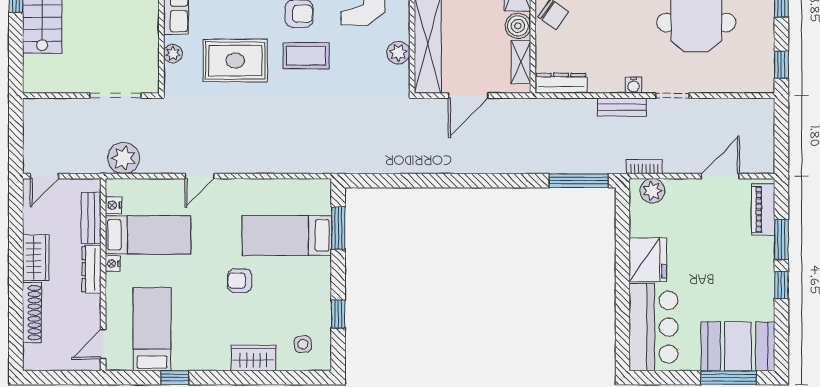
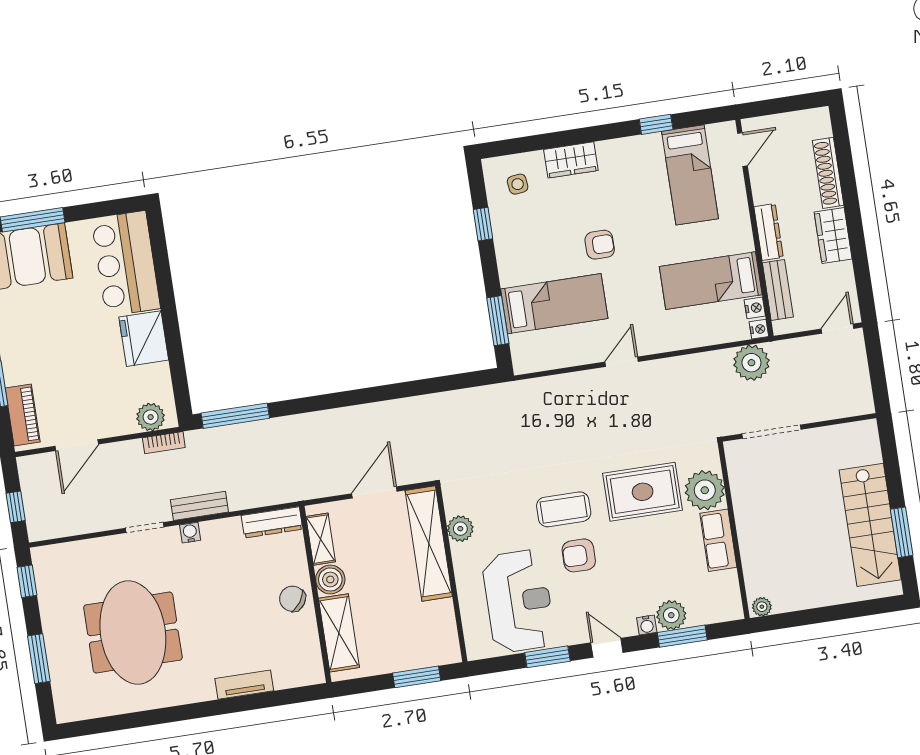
plant: (173, 54) -> (705, 490), width x1.88, depth x1.88
window: (781, 131) -> (16, 507), added
door: (200, 176) -> (622, 362), moved
nightstand: (113, 264) -> (759, 329), moved

